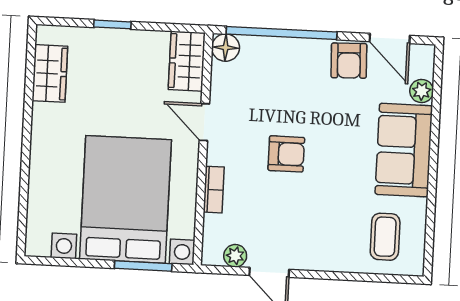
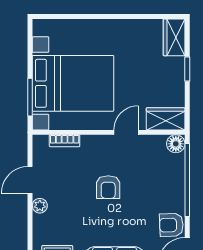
wardrobe: (50, 73) -> (174, 37), moved, turned 90
bookcase: (214, 190) -> (65, 141), moved
plant: (235, 256) -> (40, 206), moved

